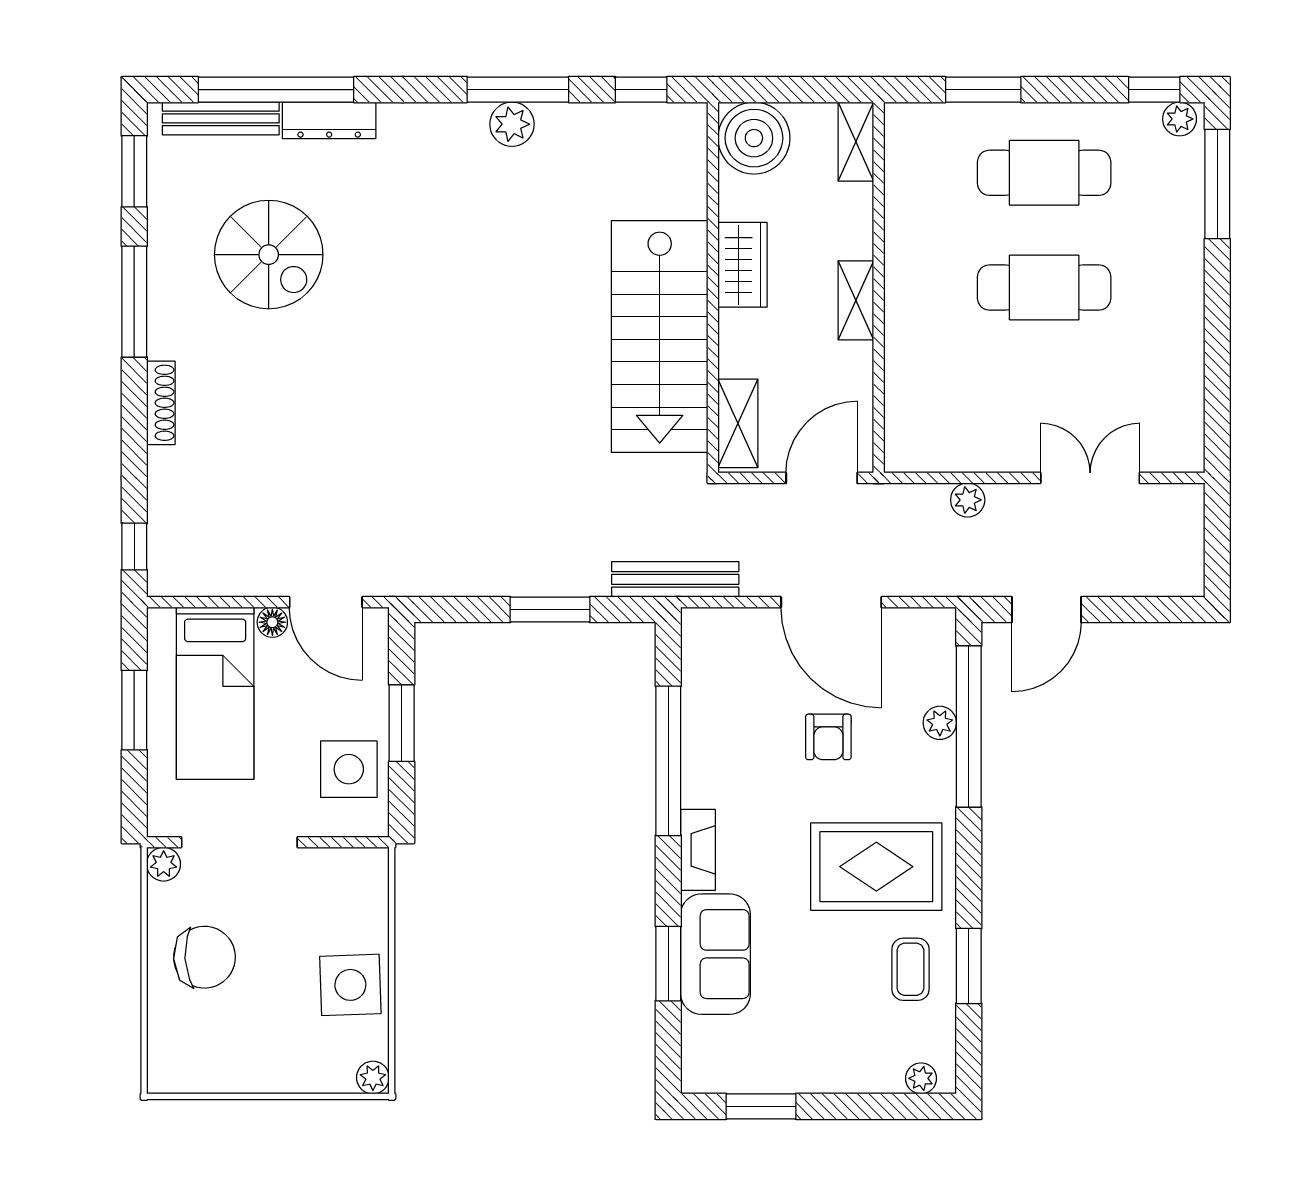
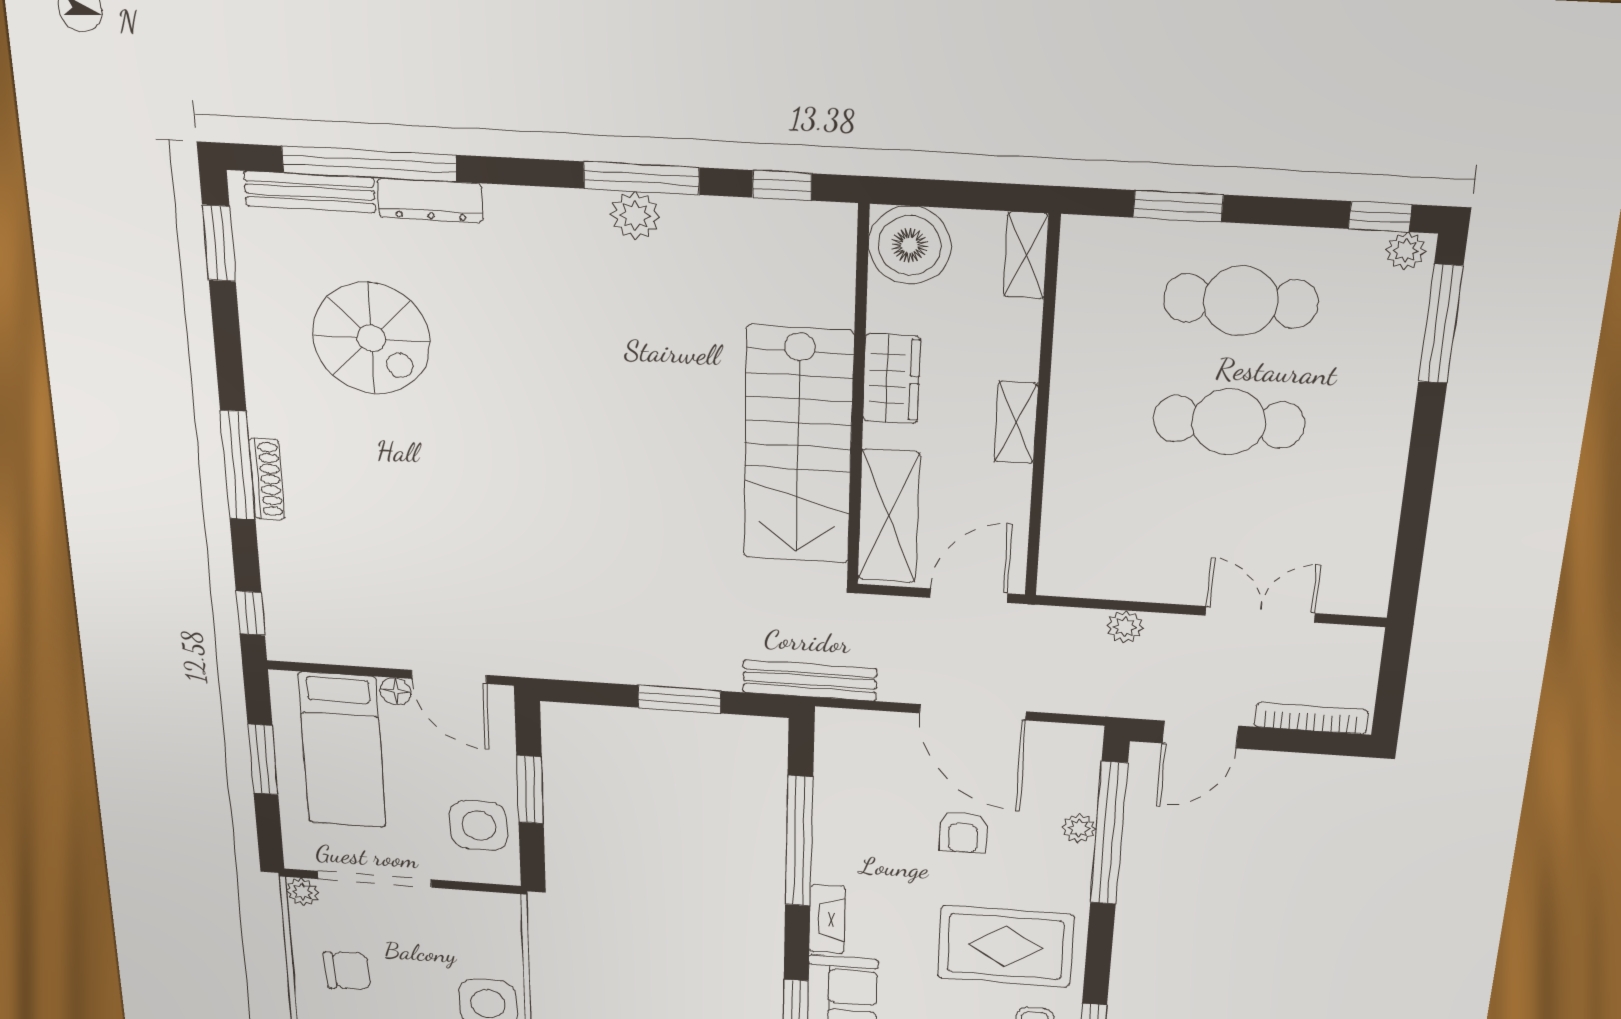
window: (134, 302) -> (238, 465), moved
shelving: (738, 423) -> (889, 516), width x1.50, depth x1.33
bookcase: (1148, 584) -> (1311, 718), added
chair: (205, 957) -> (347, 971), width x0.73, depth x0.73

